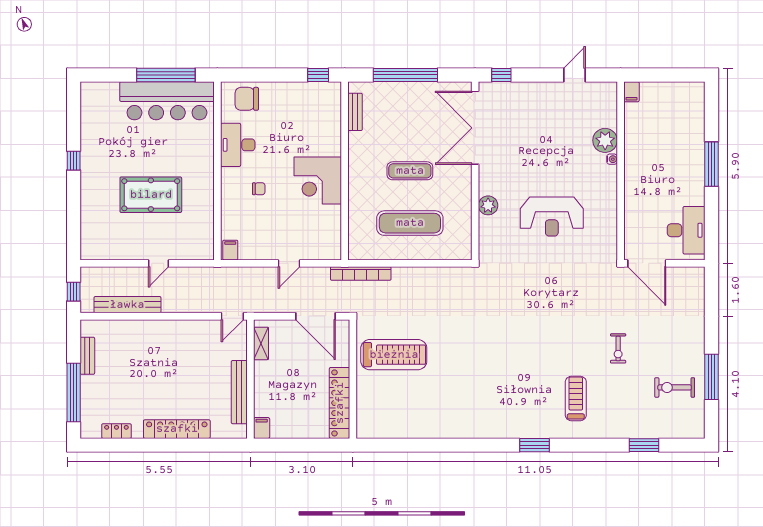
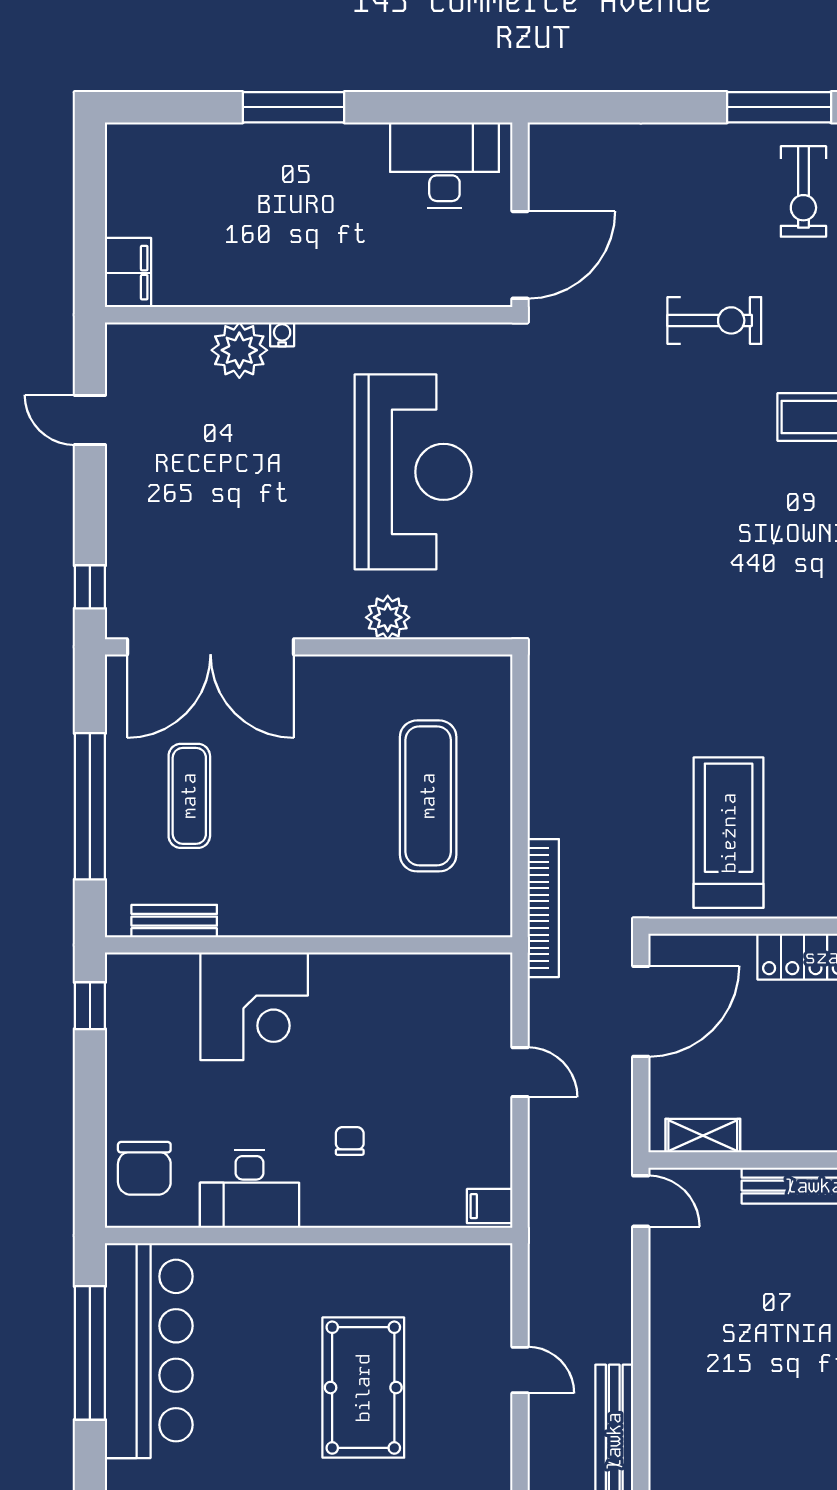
filing cabinet: (631, 92) -> (128, 273), width x2.00
exercise mat: (410, 171) -> (189, 796), moved
corner desk: (318, 181) -> (254, 1006), moved
reception desk: (552, 216) -> (413, 472), width x1.36, depth x1.30
exercise bike: (618, 348) -> (714, 320), width x1.38, depth x1.39

